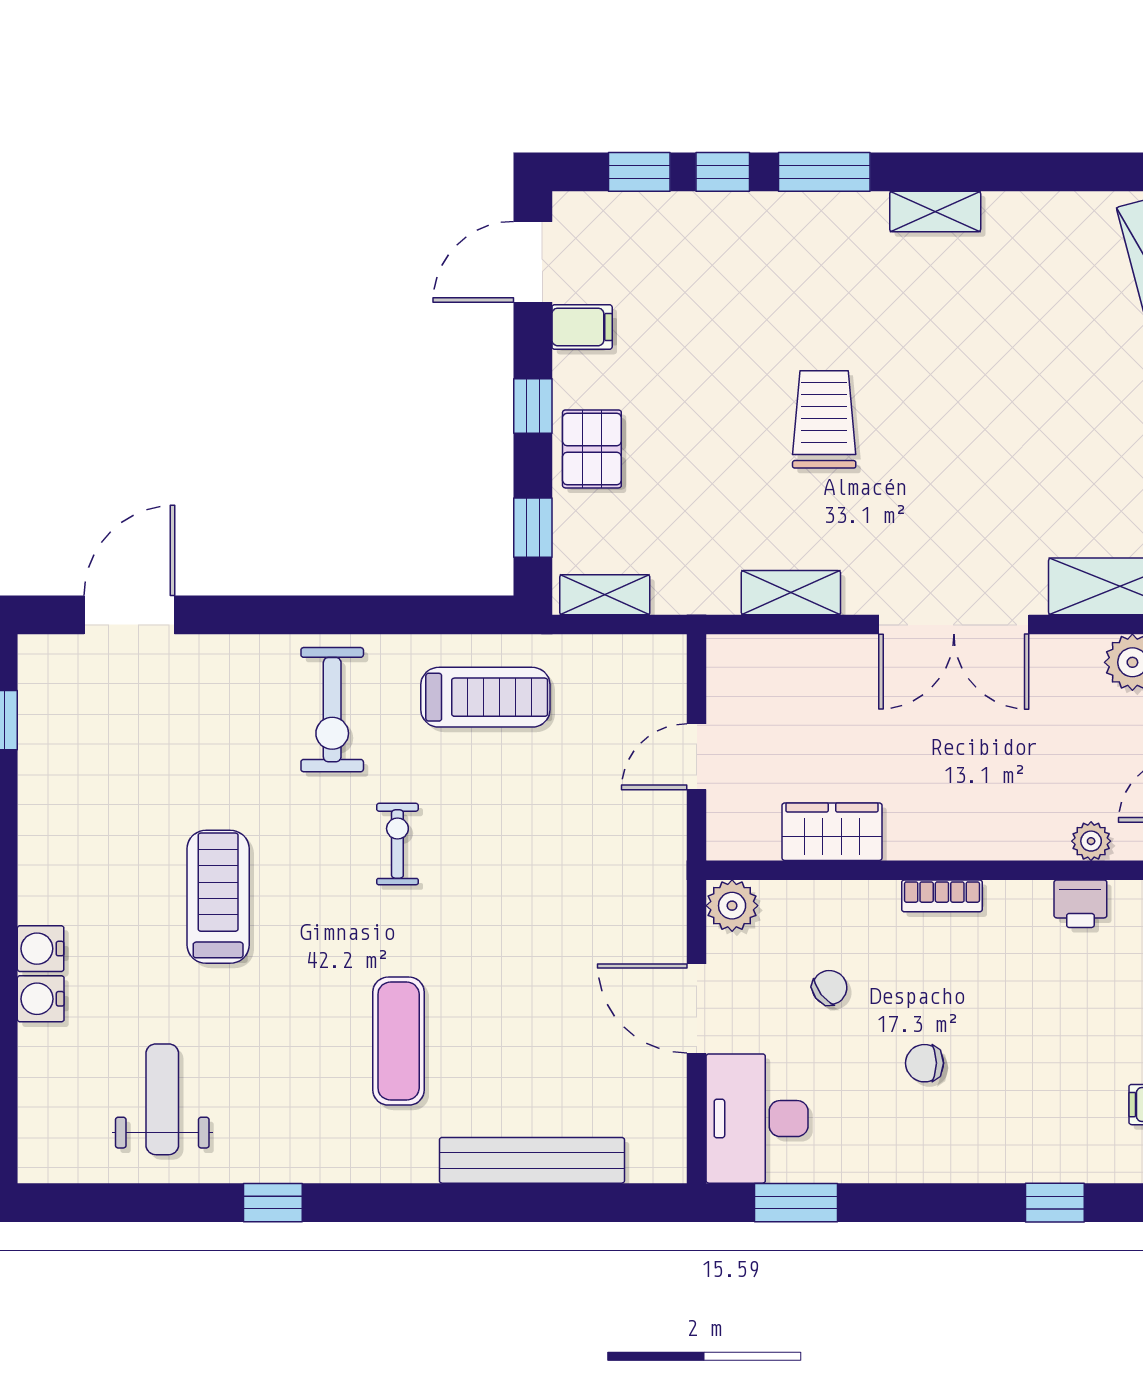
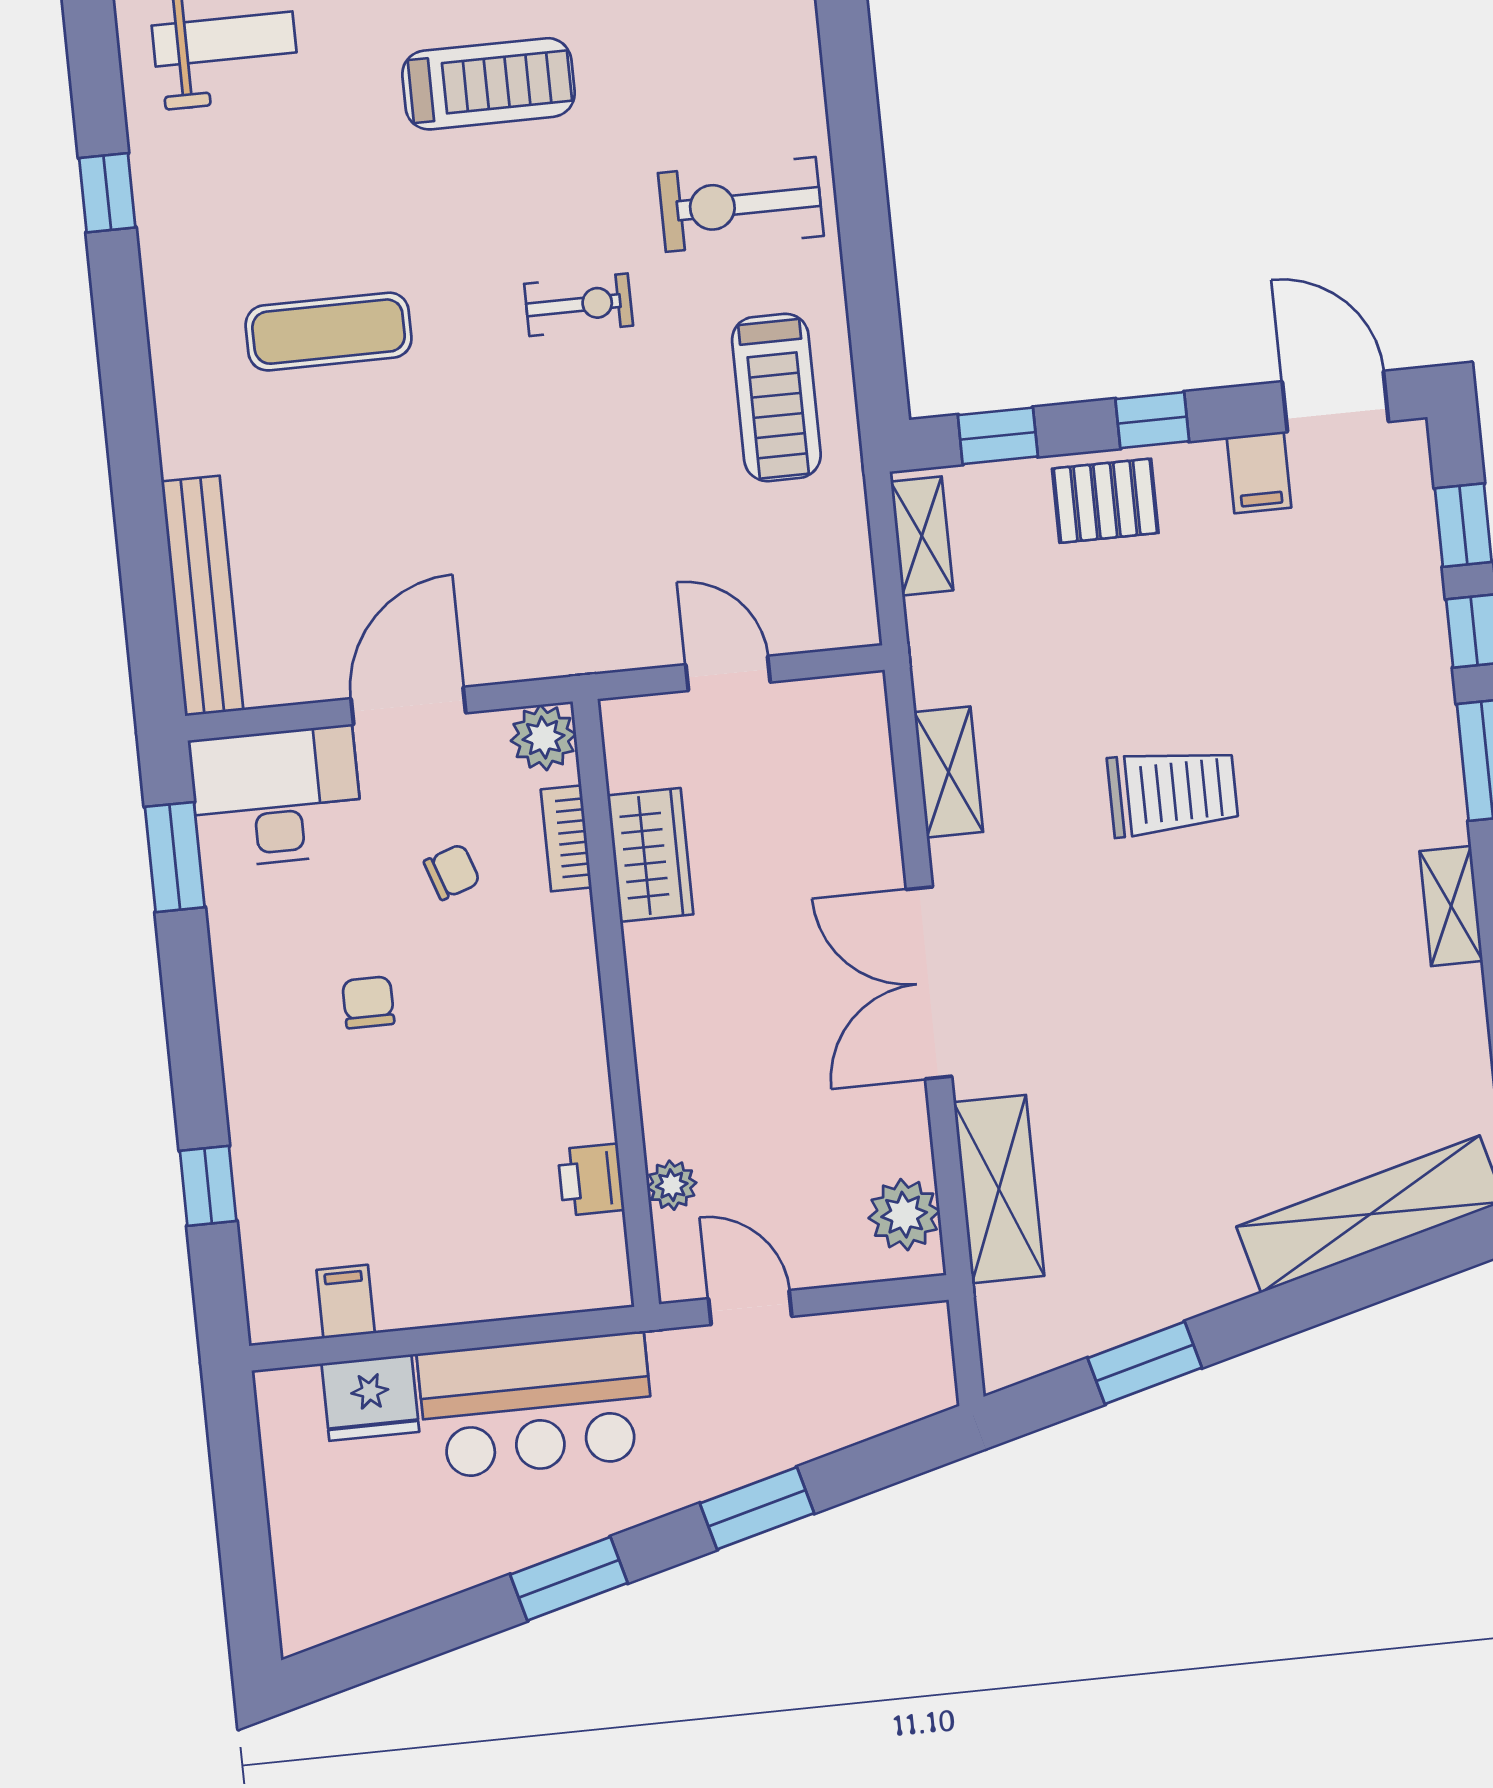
bookcase: (942, 896) -> (566, 838), moved
chair: (829, 988) -> (452, 872), turned -71
bench: (532, 1160) -> (202, 596), moved

